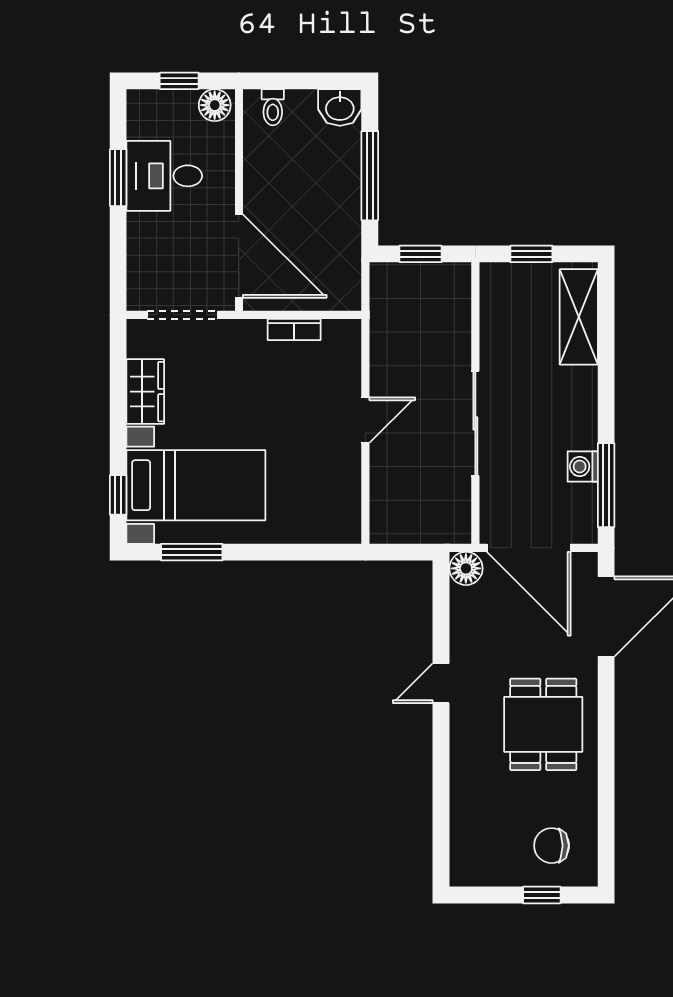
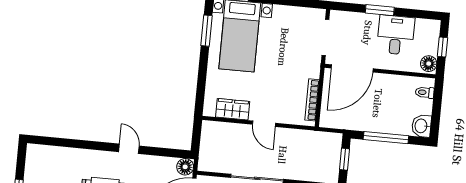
window: (118, 178) -> (380, 10), moved
bookcase: (294, 329) -> (312, 100), width x1.56
wardrobe: (145, 392) -> (233, 109), moved, turned 180

